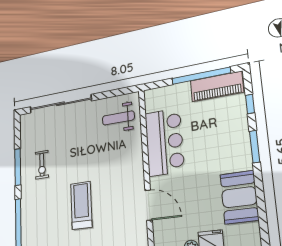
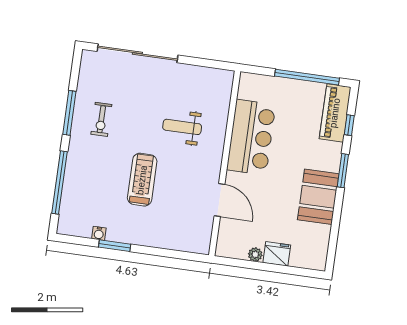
piano: (217, 87) -> (335, 113), moved, turned 90
weight bench: (118, 118) -> (182, 127), moved
booth: (239, 197) -> (318, 197), moved

